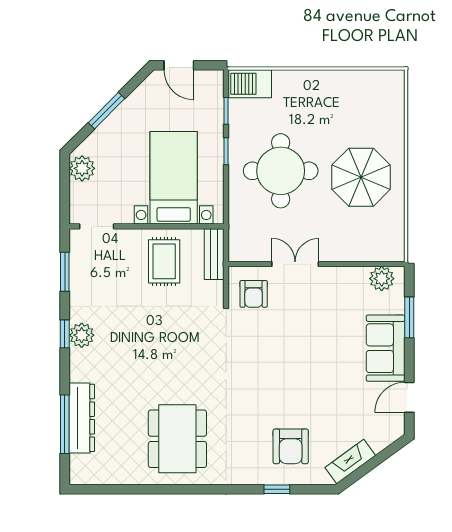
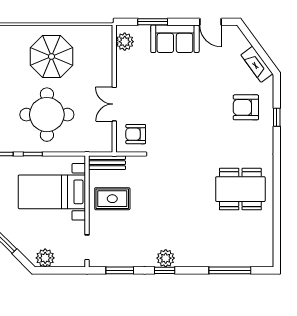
armchair: (254, 294) -> (136, 134), turned 180
dresser: (82, 418) -> (225, 258), removed
armchair: (291, 446) -> (246, 107), turned 180

